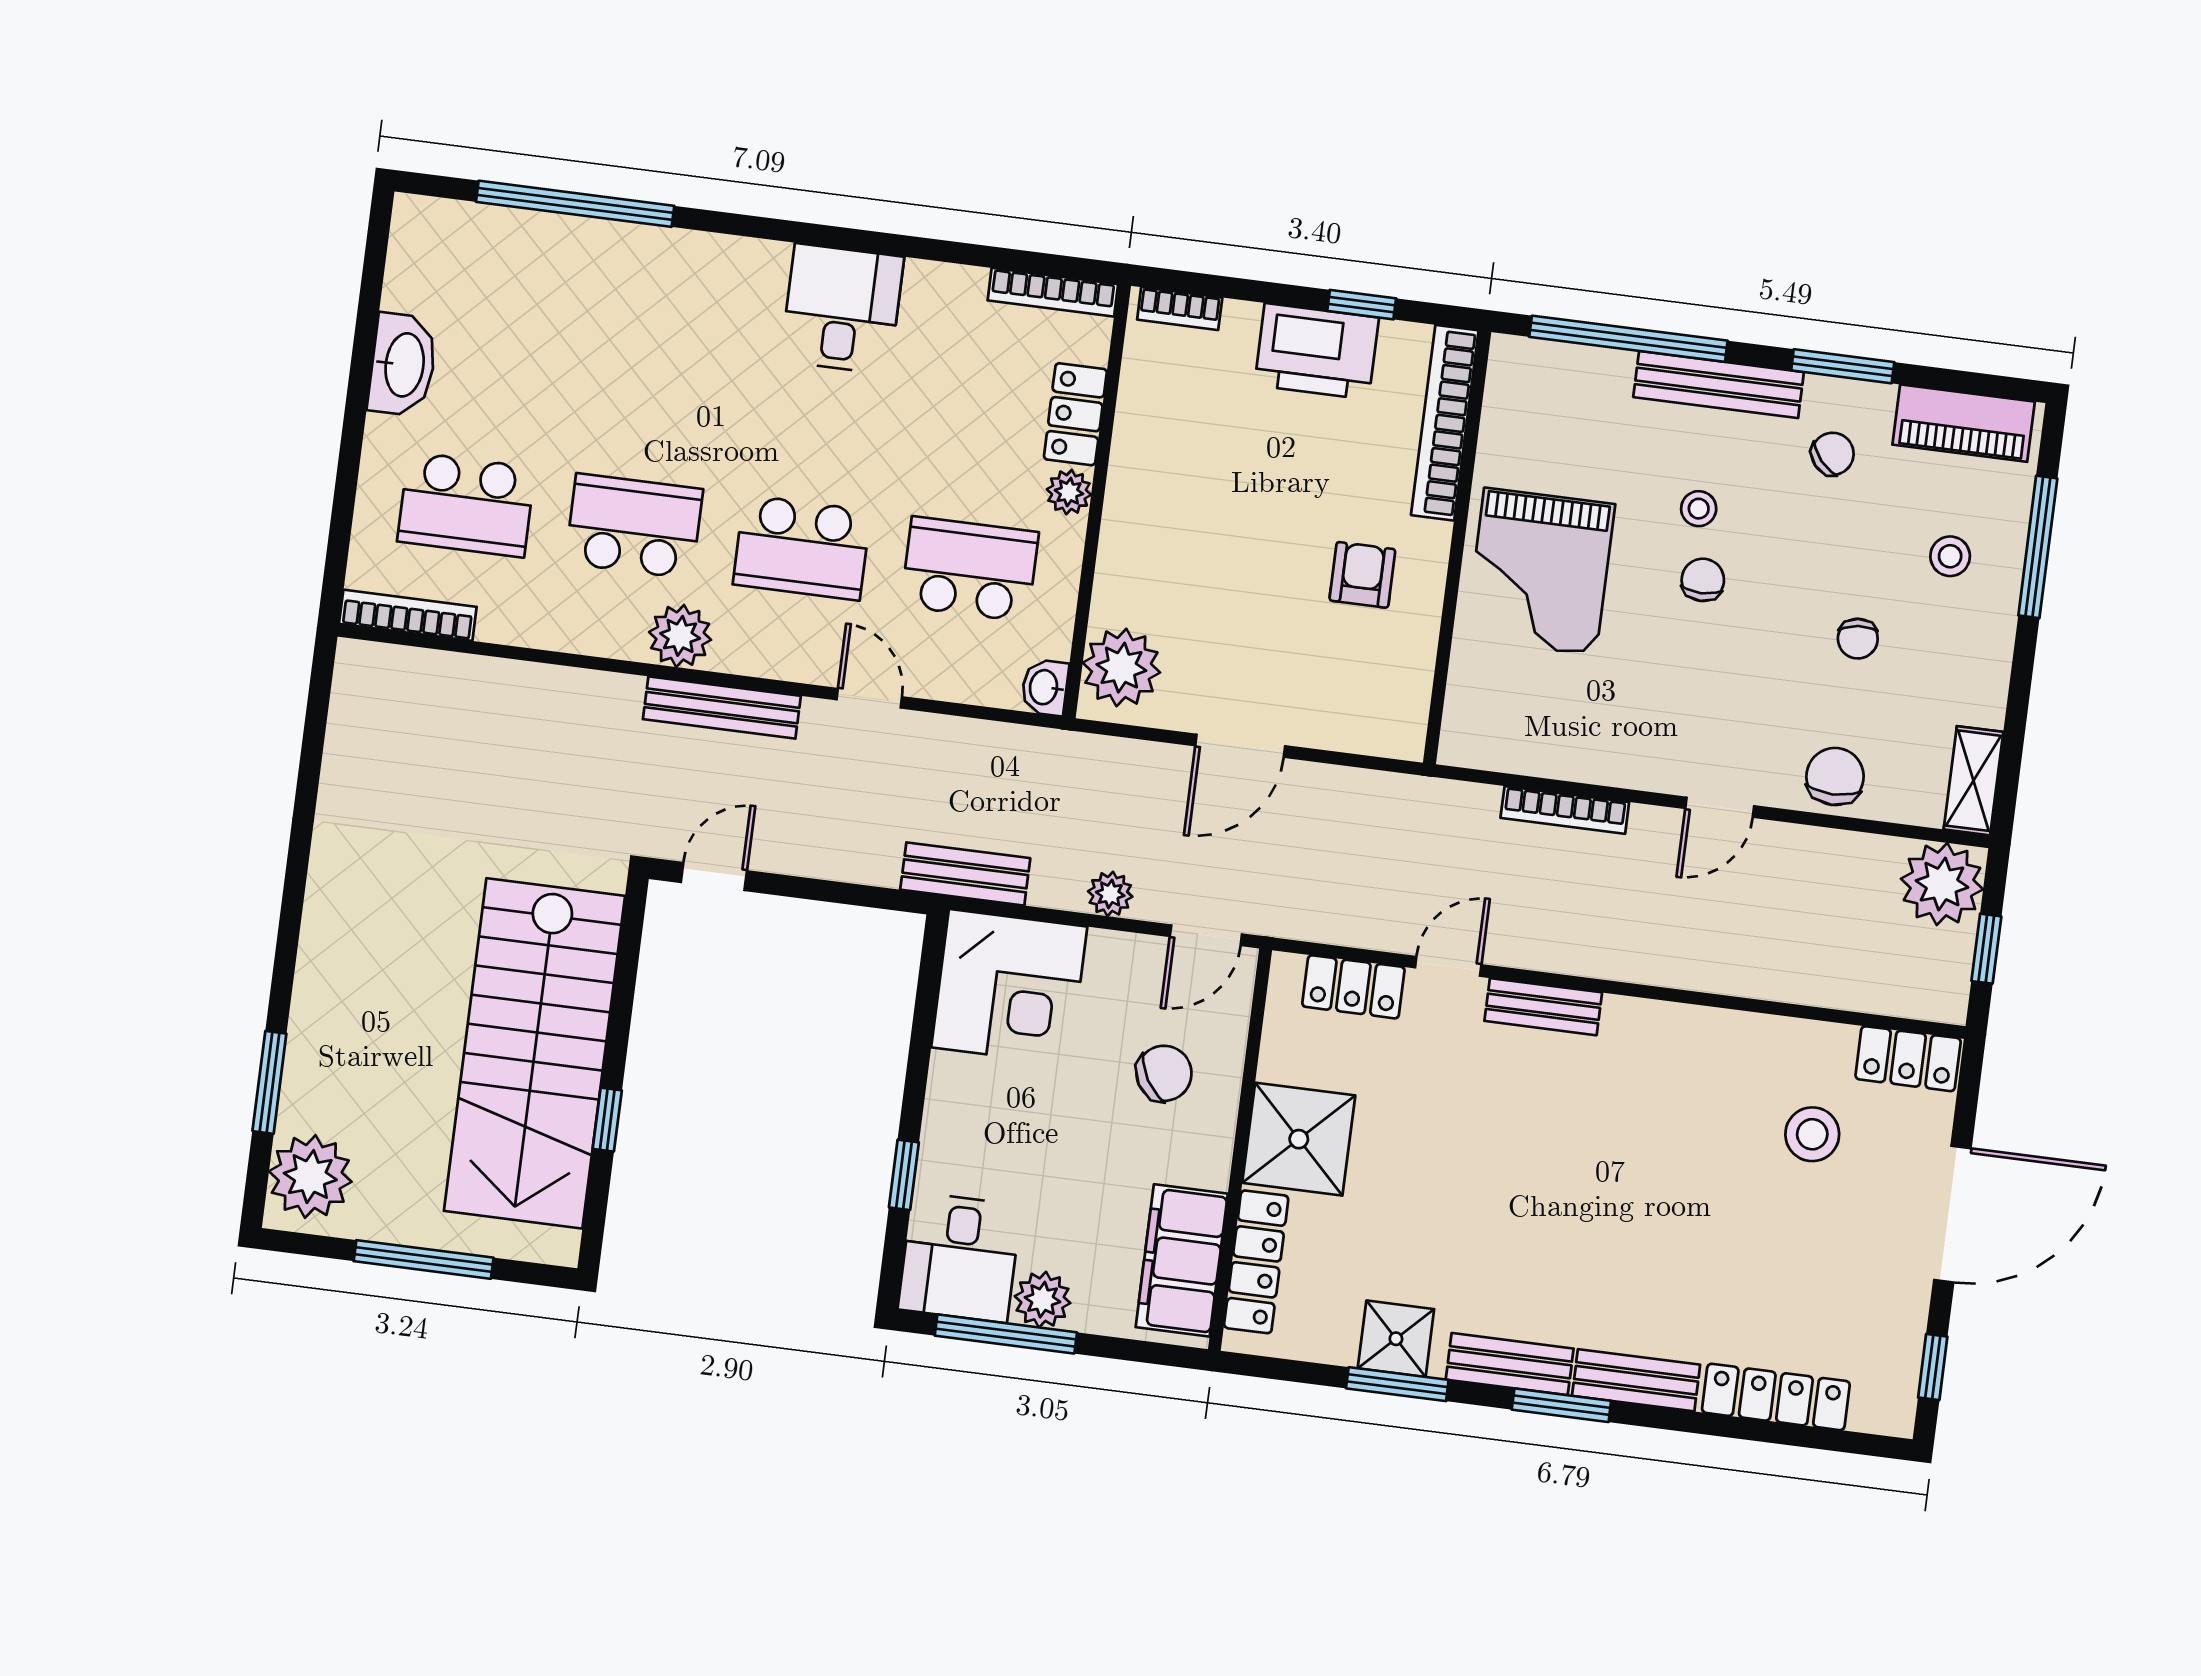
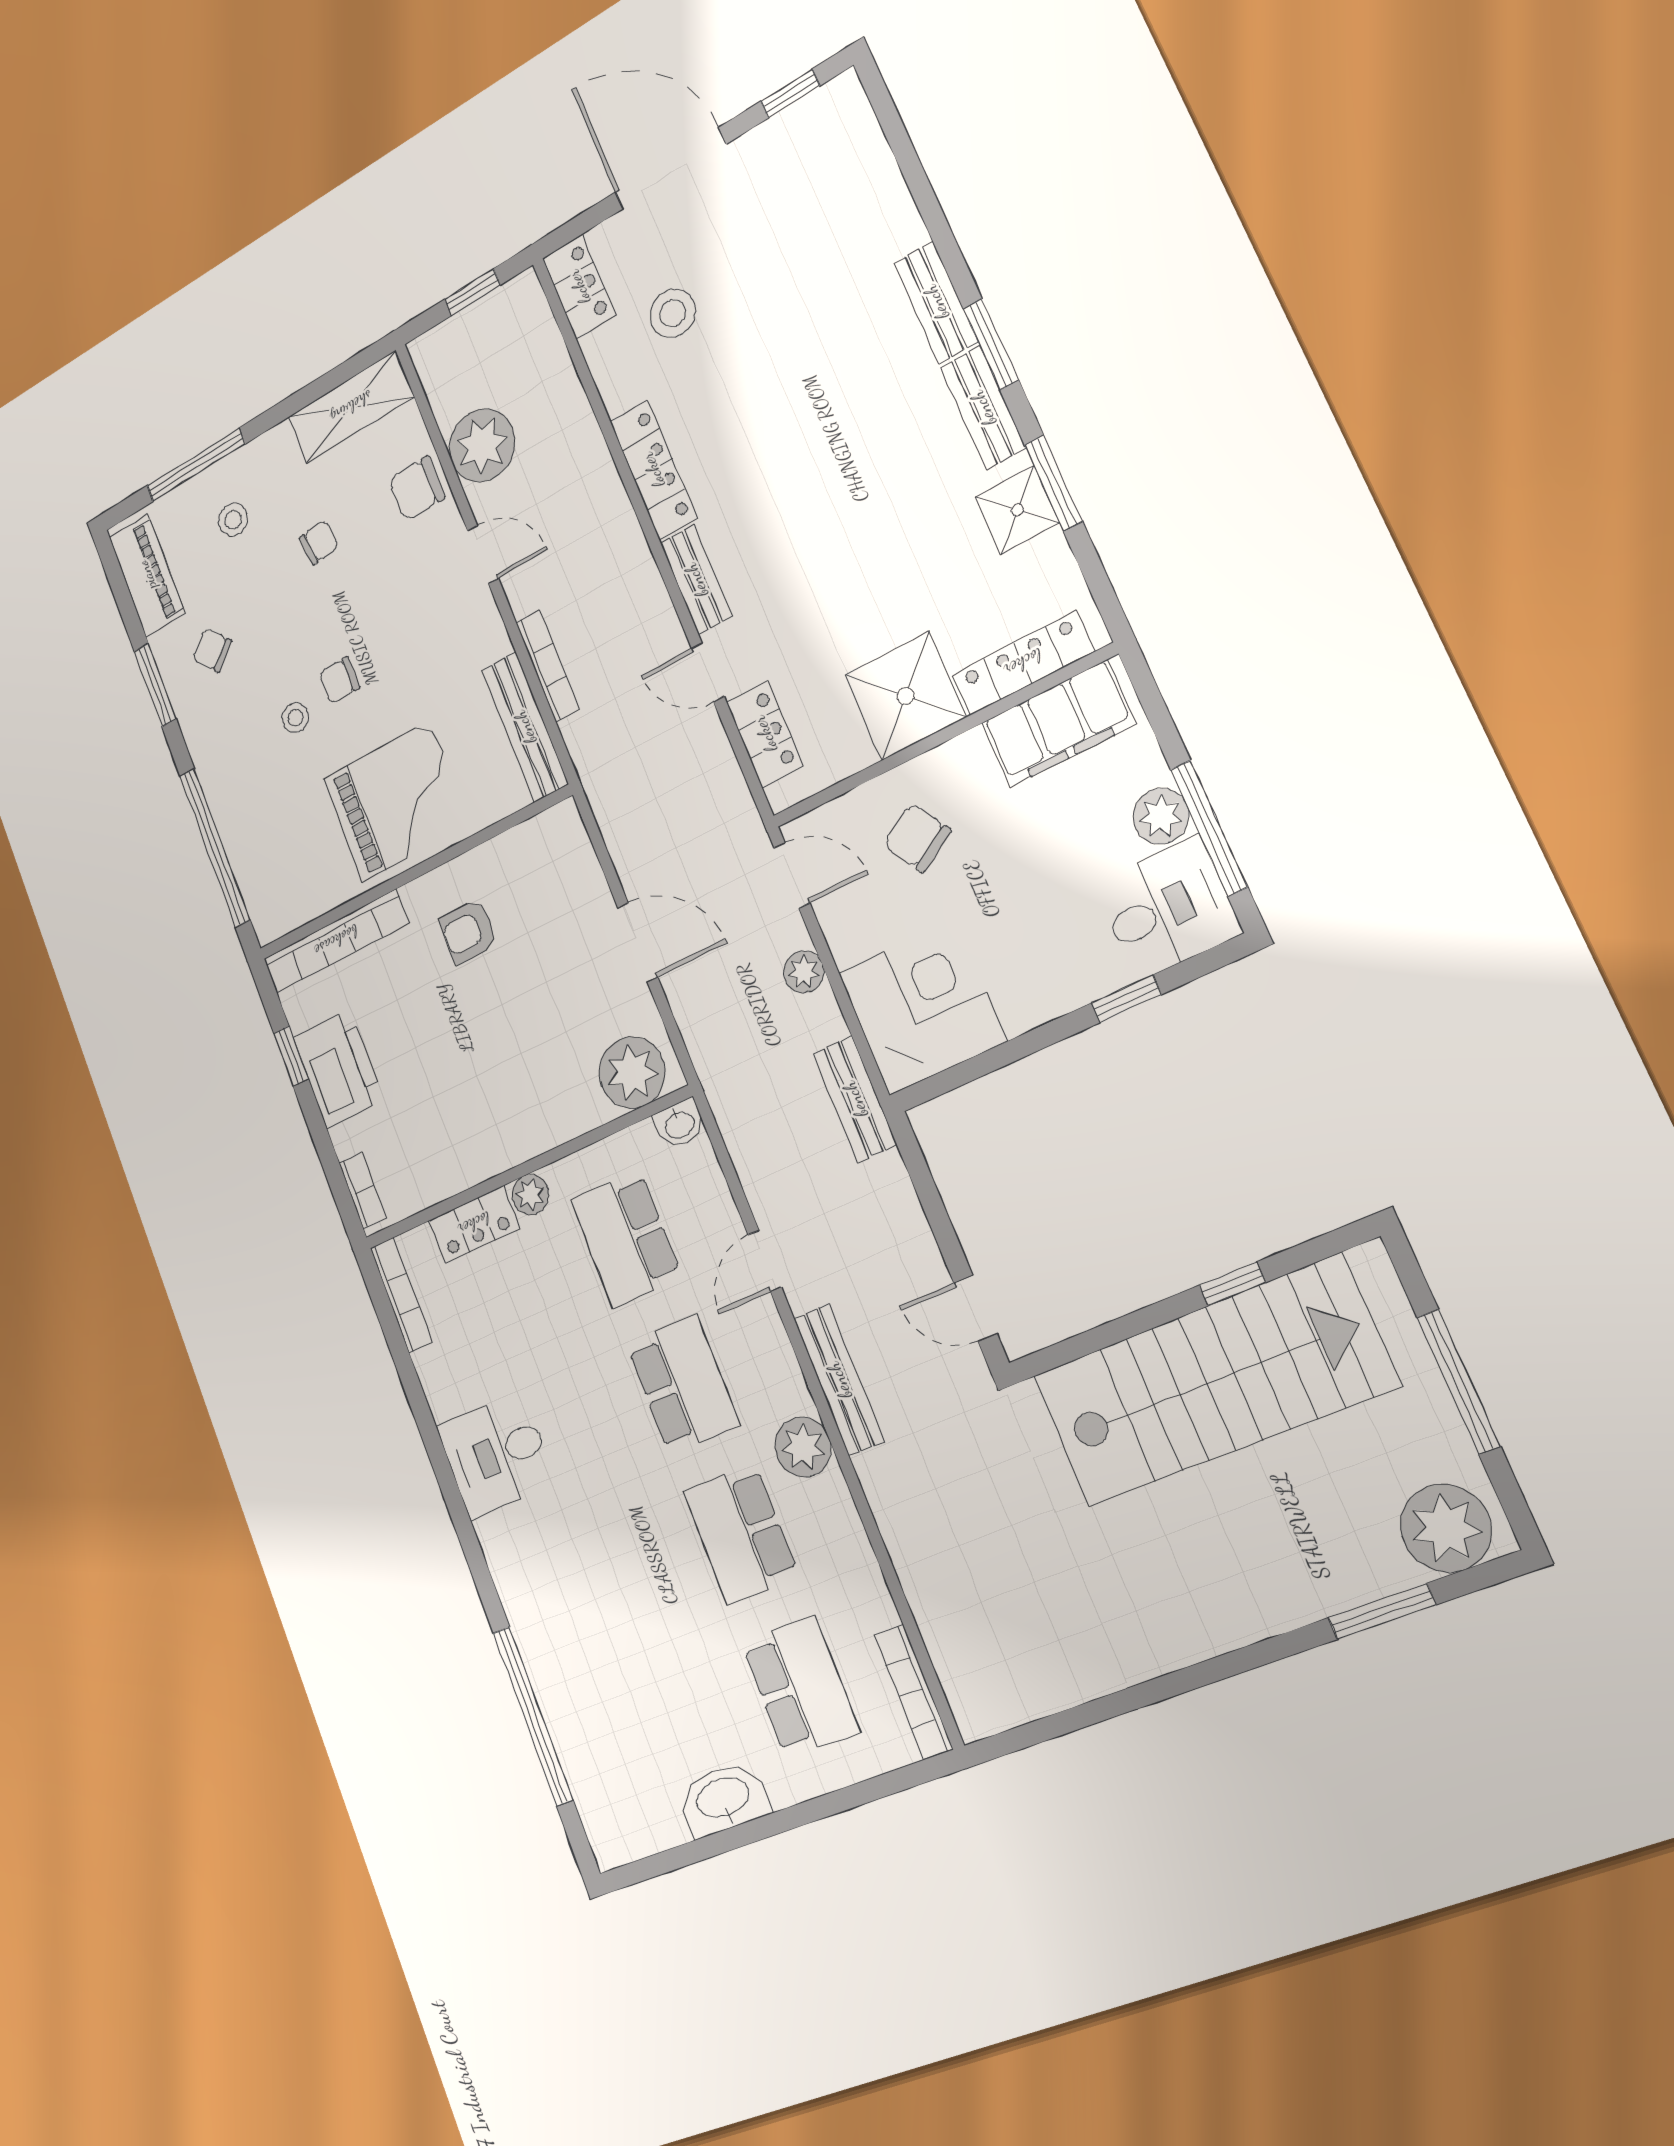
bench: (1719, 385) -> (525, 727), moved
shelving: (1973, 781) -> (351, 407), width x1.50, depth x1.33
plant: (1942, 884) -> (482, 445), moved
locker: (1776, 1397) -> (653, 470), moved, turned 180

